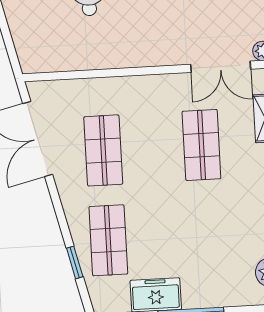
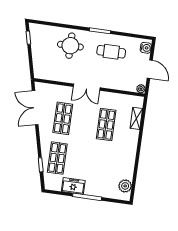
double door: (221, 67) -> (87, 87), moved

